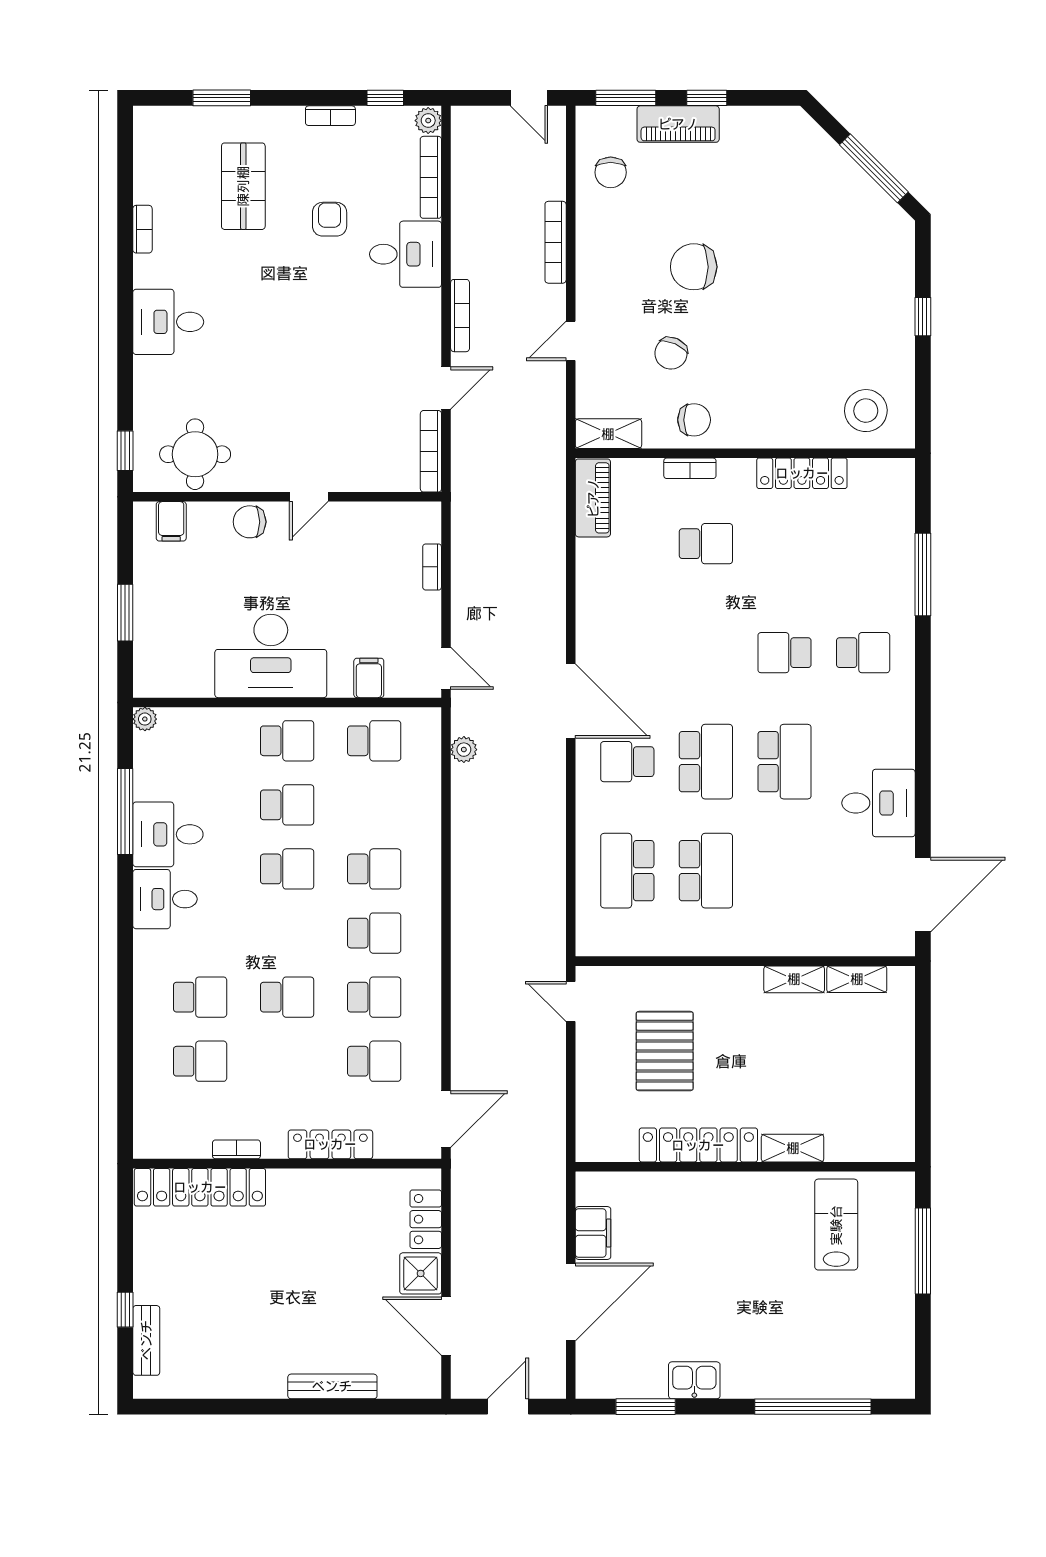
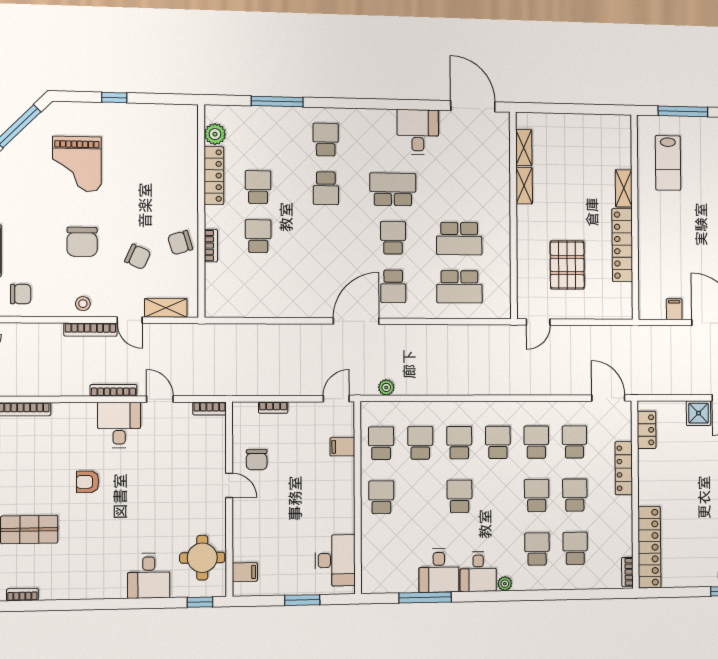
armchair: (330, 219) -> (88, 482), moved
bookcase: (142, 229) -> (22, 595), moved
bookcase: (556, 242) -> (90, 330), moved
desk: (406, 254) -> (119, 425), moved
grand piano: (816, 259) -> (77, 164), added
desk: (168, 322) -> (149, 576), moved
stool: (866, 411) -> (83, 304), moved, width x0.53, depth x0.53
chair: (694, 420) -> (180, 243), turned -107
shelving: (608, 434) -> (166, 308), moved, turned 90
bookcase: (431, 451) -> (210, 408), width x0.64
plant: (868, 475) -> (215, 134), added
piano: (593, 498) -> (230, 307), removed
chair: (250, 522) -> (257, 460), moved
school desk: (784, 544) -> (258, 187), added
desk: (271, 656) -> (335, 560), moved, width x0.73, depth x0.77
plant: (145, 719) -> (505, 584), moved
school desk: (706, 762) -> (393, 238), width x0.54
school desk: (287, 805) -> (420, 443), moved
school desk: (706, 871) -> (459, 239), turned 180
pallet: (665, 1051) -> (567, 265), turned 90
school desk: (287, 1061) -> (575, 495), added
bookcase: (236, 1149) -> (627, 572), moved
locker: (426, 1219) -> (647, 430), moved, turned -90
lab bench: (836, 1225) -> (668, 163), turned -90
filing cabinet: (593, 1233) -> (674, 309), width x0.50

